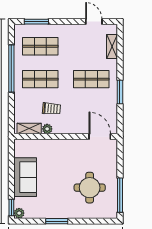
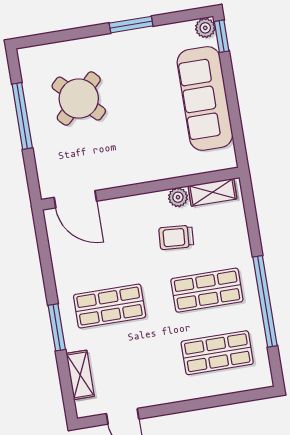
window: (36, 22) -> (232, 398), removed
window: (120, 92) -> (57, 327), moved
sofa: (25, 177) -> (205, 99), width x1.36
round table: (90, 188) -> (79, 99), turned 45
window: (120, 195) -> (22, 116), moved

